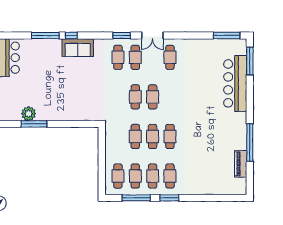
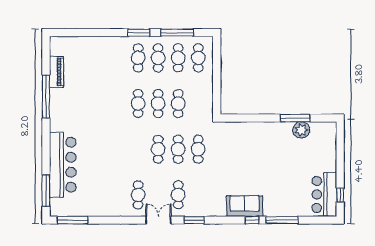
cafe table: (118, 57) -> (198, 149), moved

